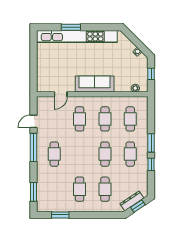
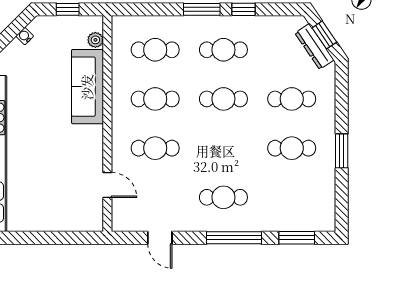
sofa: (95, 84) -> (87, 87), moved
window: (33, 147) -> (234, 238), moved
window: (60, 215) -> (342, 151), moved

